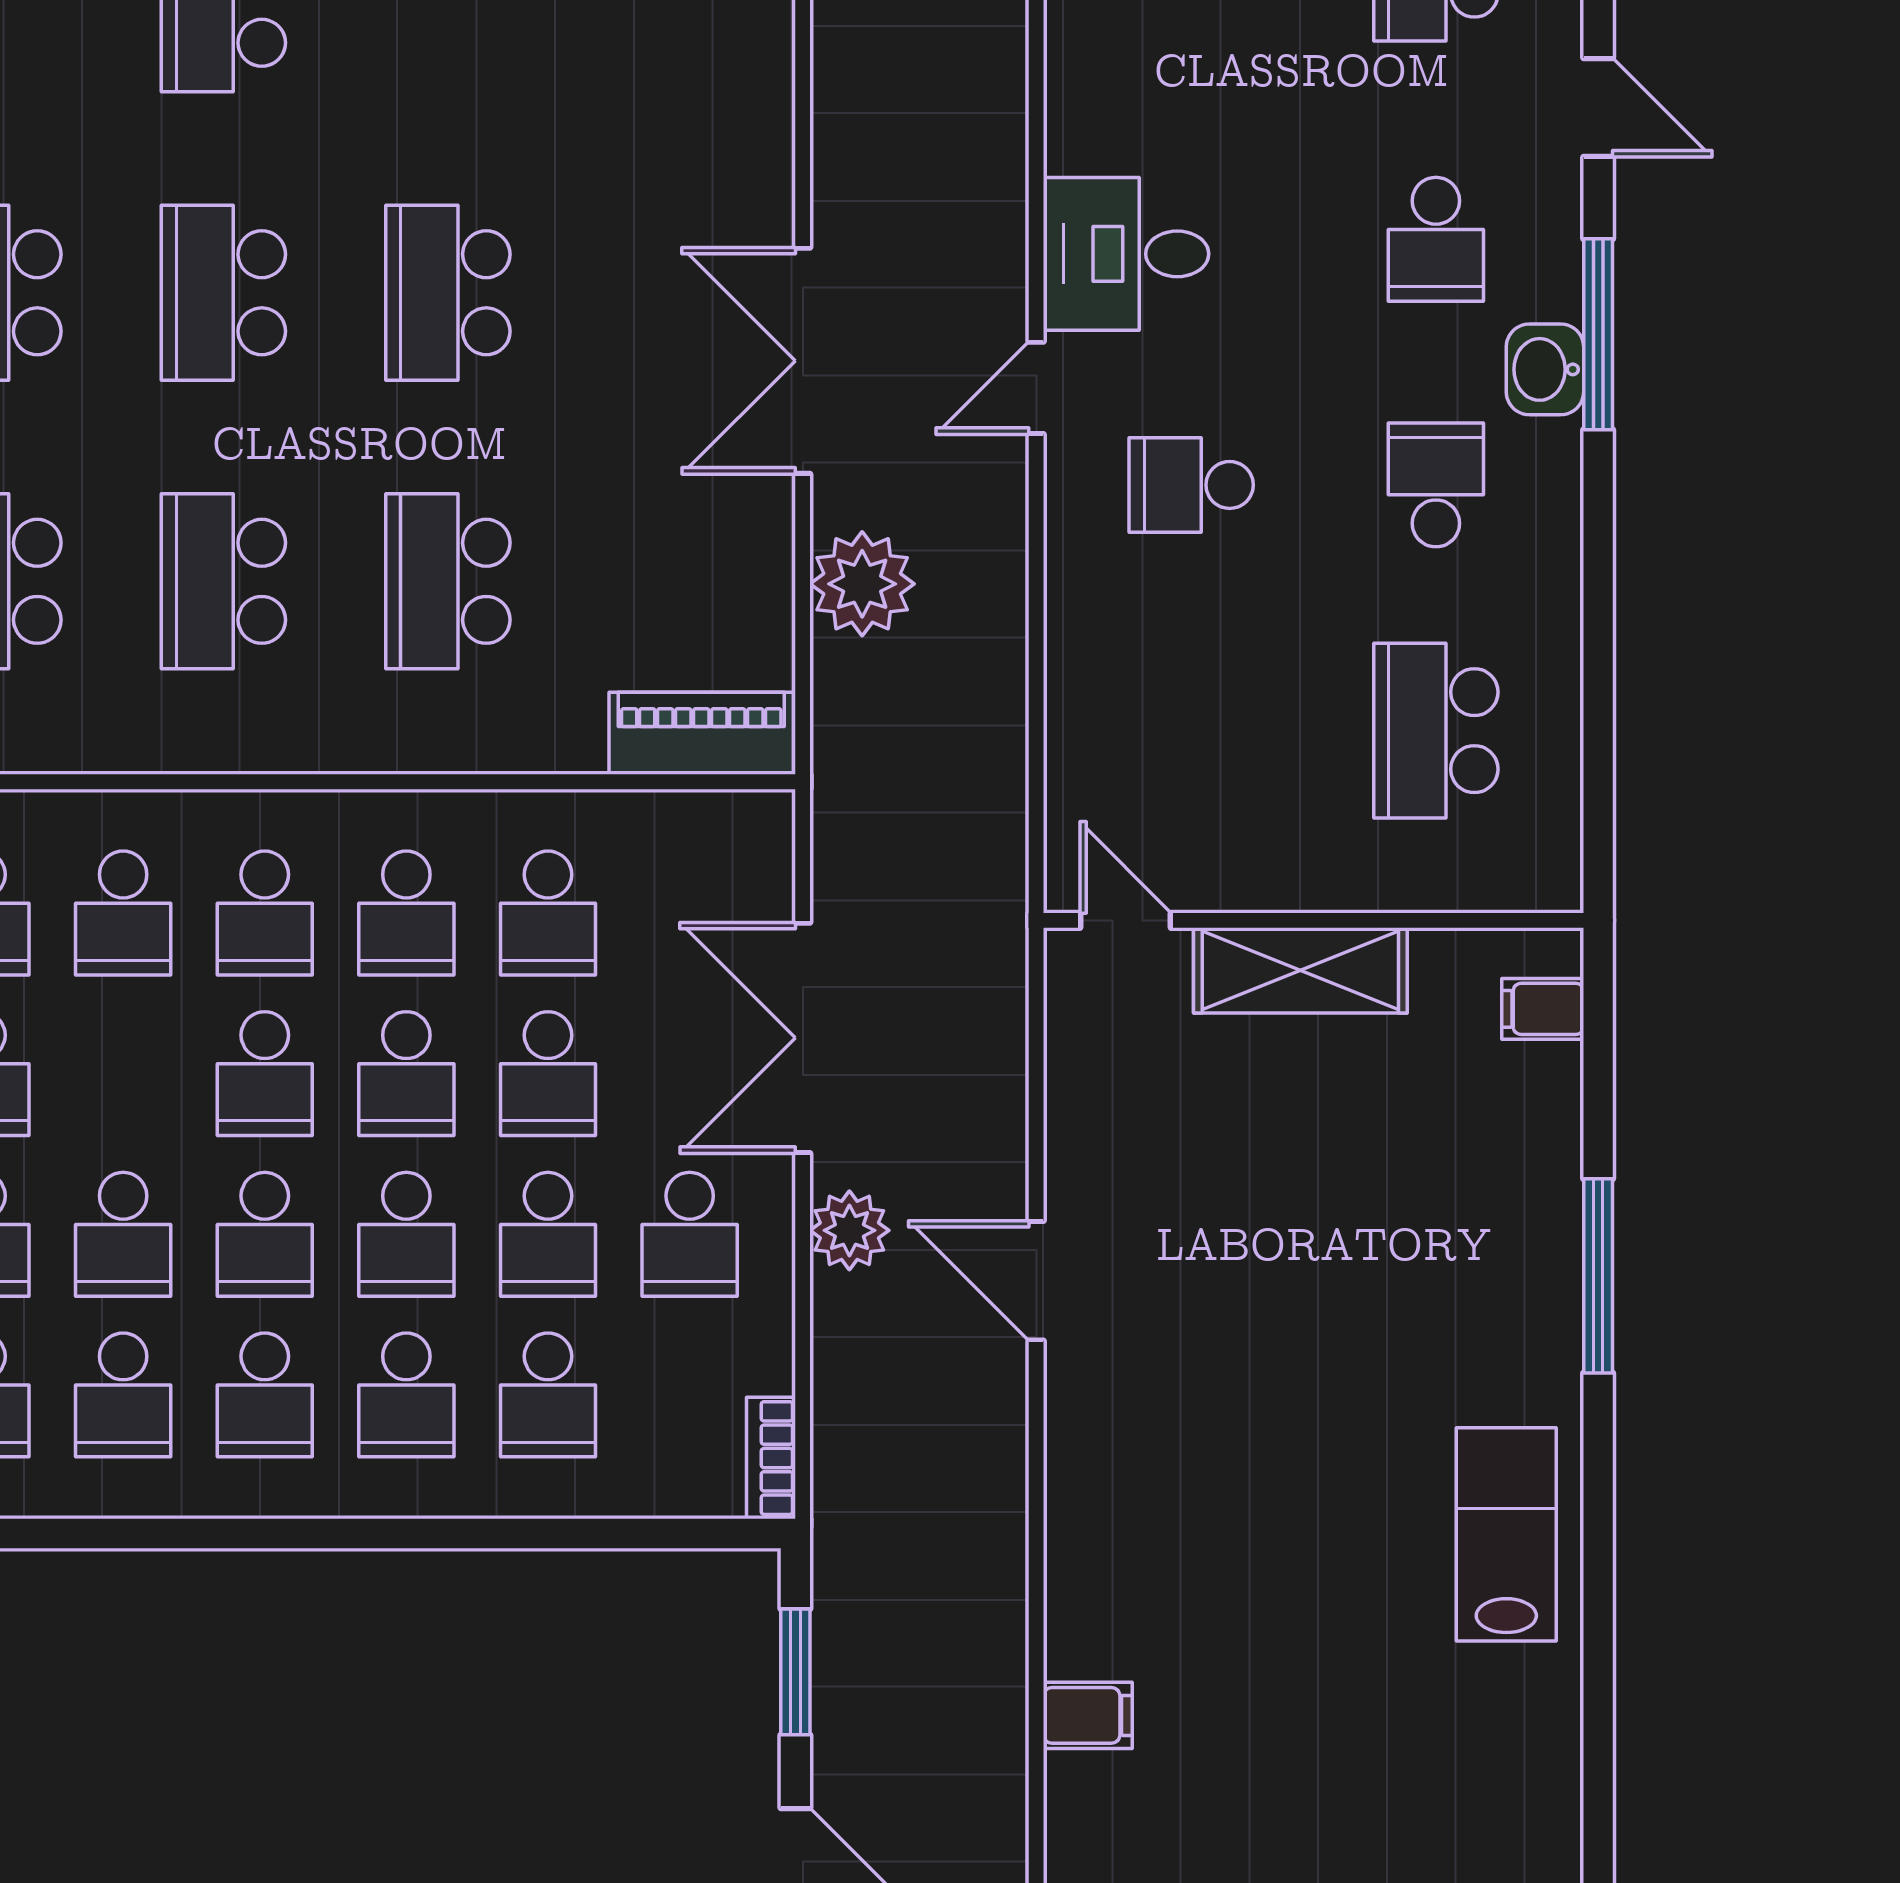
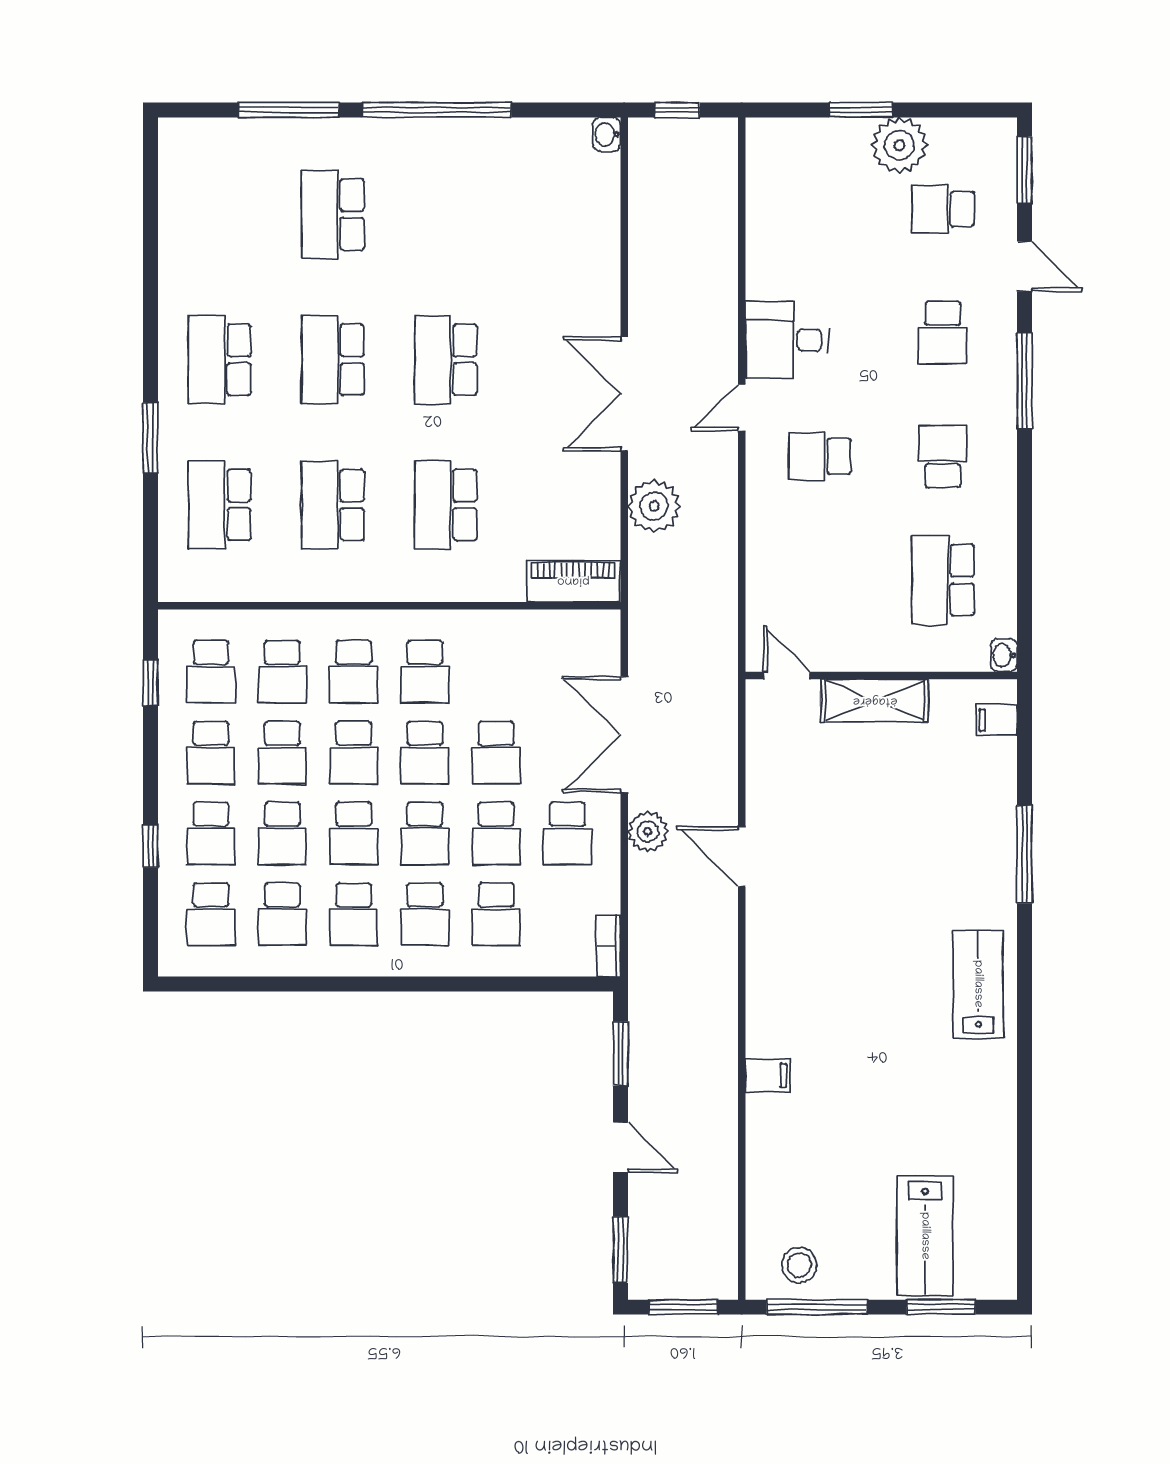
washbasin: (1545, 369) -> (1004, 655), moved, width x0.72, depth x0.69
school desk: (548, 913) -> (282, 753), moved

